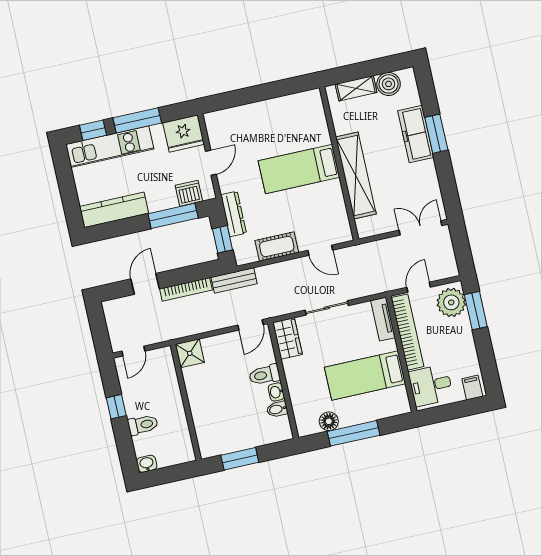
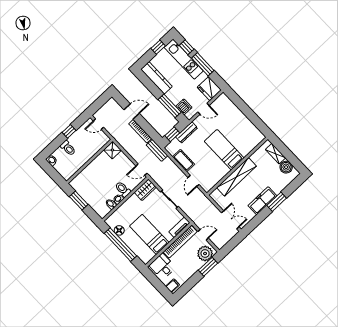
freezer: (416, 134) -> (262, 201), moved
window: (65, 177) -> (158, 47), added
window: (354, 433) -> (120, 245), width x1.46

